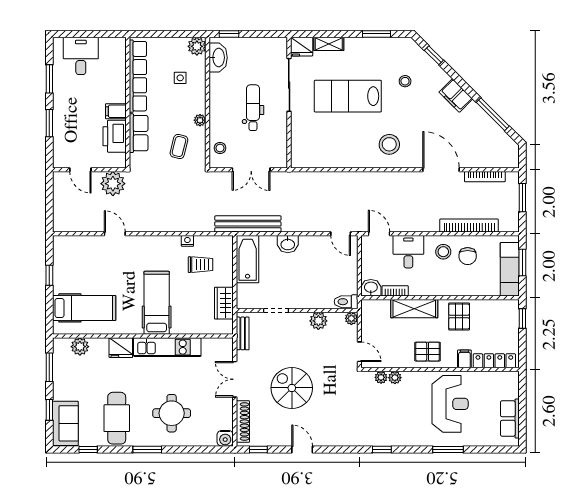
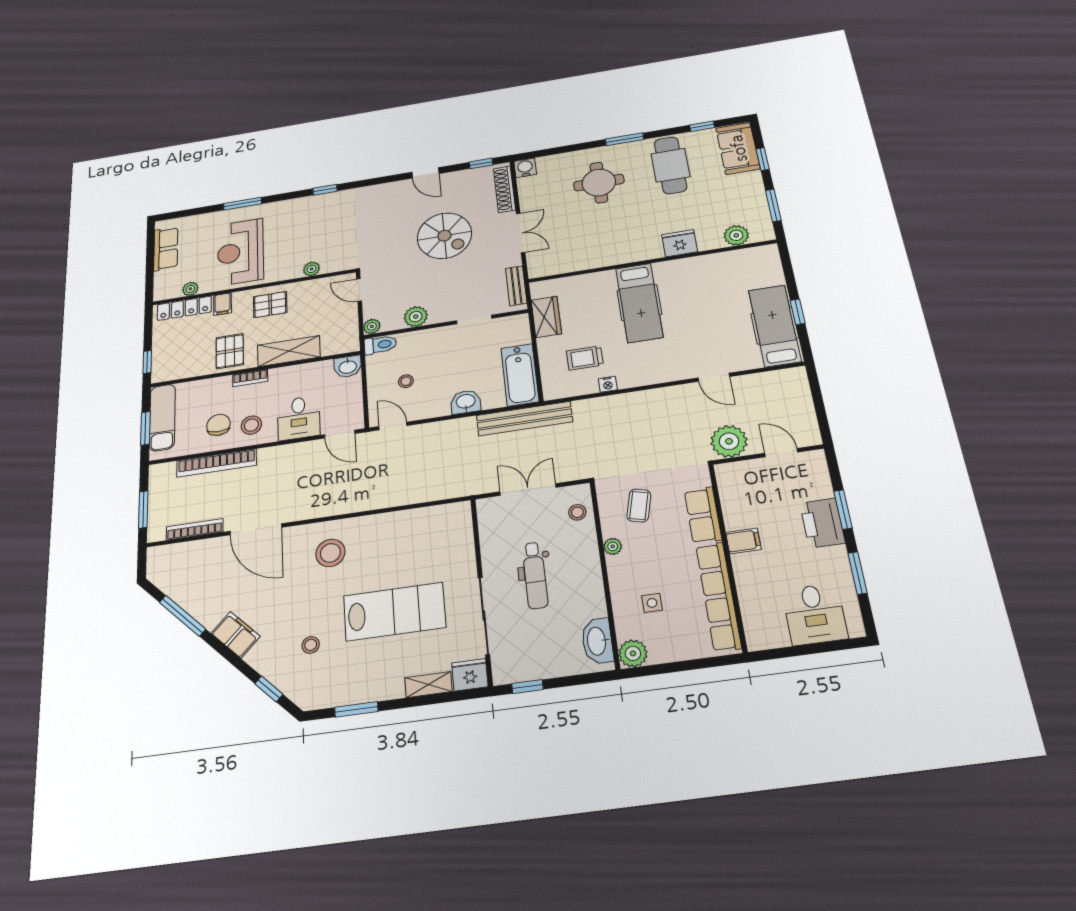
window: (229, 34) -> (527, 687), moved
printer: (115, 136) -> (822, 523), moved, turned 180
stool: (329, 268) -> (406, 381), added
bookcase: (395, 291) -> (250, 378), moved
hospital bed: (84, 308) -> (775, 326), moved, turned 90
kitchen unit: (167, 347) -> (616, 254), removed
plant: (381, 377) -> (190, 289), moved

